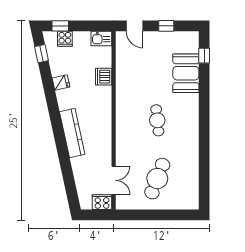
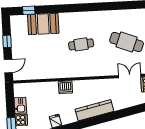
kitchen sink: (101, 39) -> (20, 105), moved
dishwasher: (104, 77) -> (65, 87), moved

